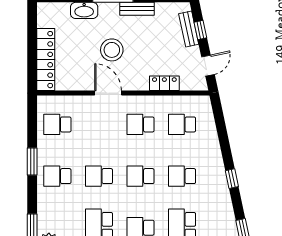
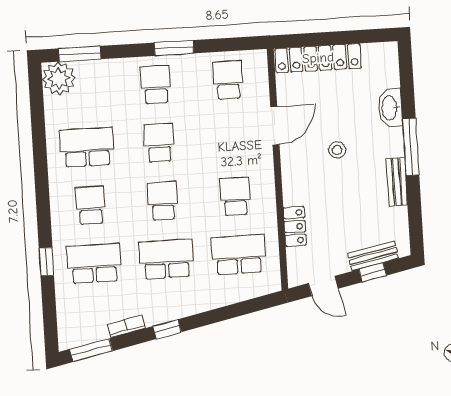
stool: (112, 50) -> (337, 150), width x0.53, depth x0.53
door: (108, 93) -> (275, 126), moved
school desk: (182, 124) -> (239, 255), width x1.85
school desk: (182, 176) -> (166, 259), width x1.85
bookcase: (228, 207) -> (127, 326), added

